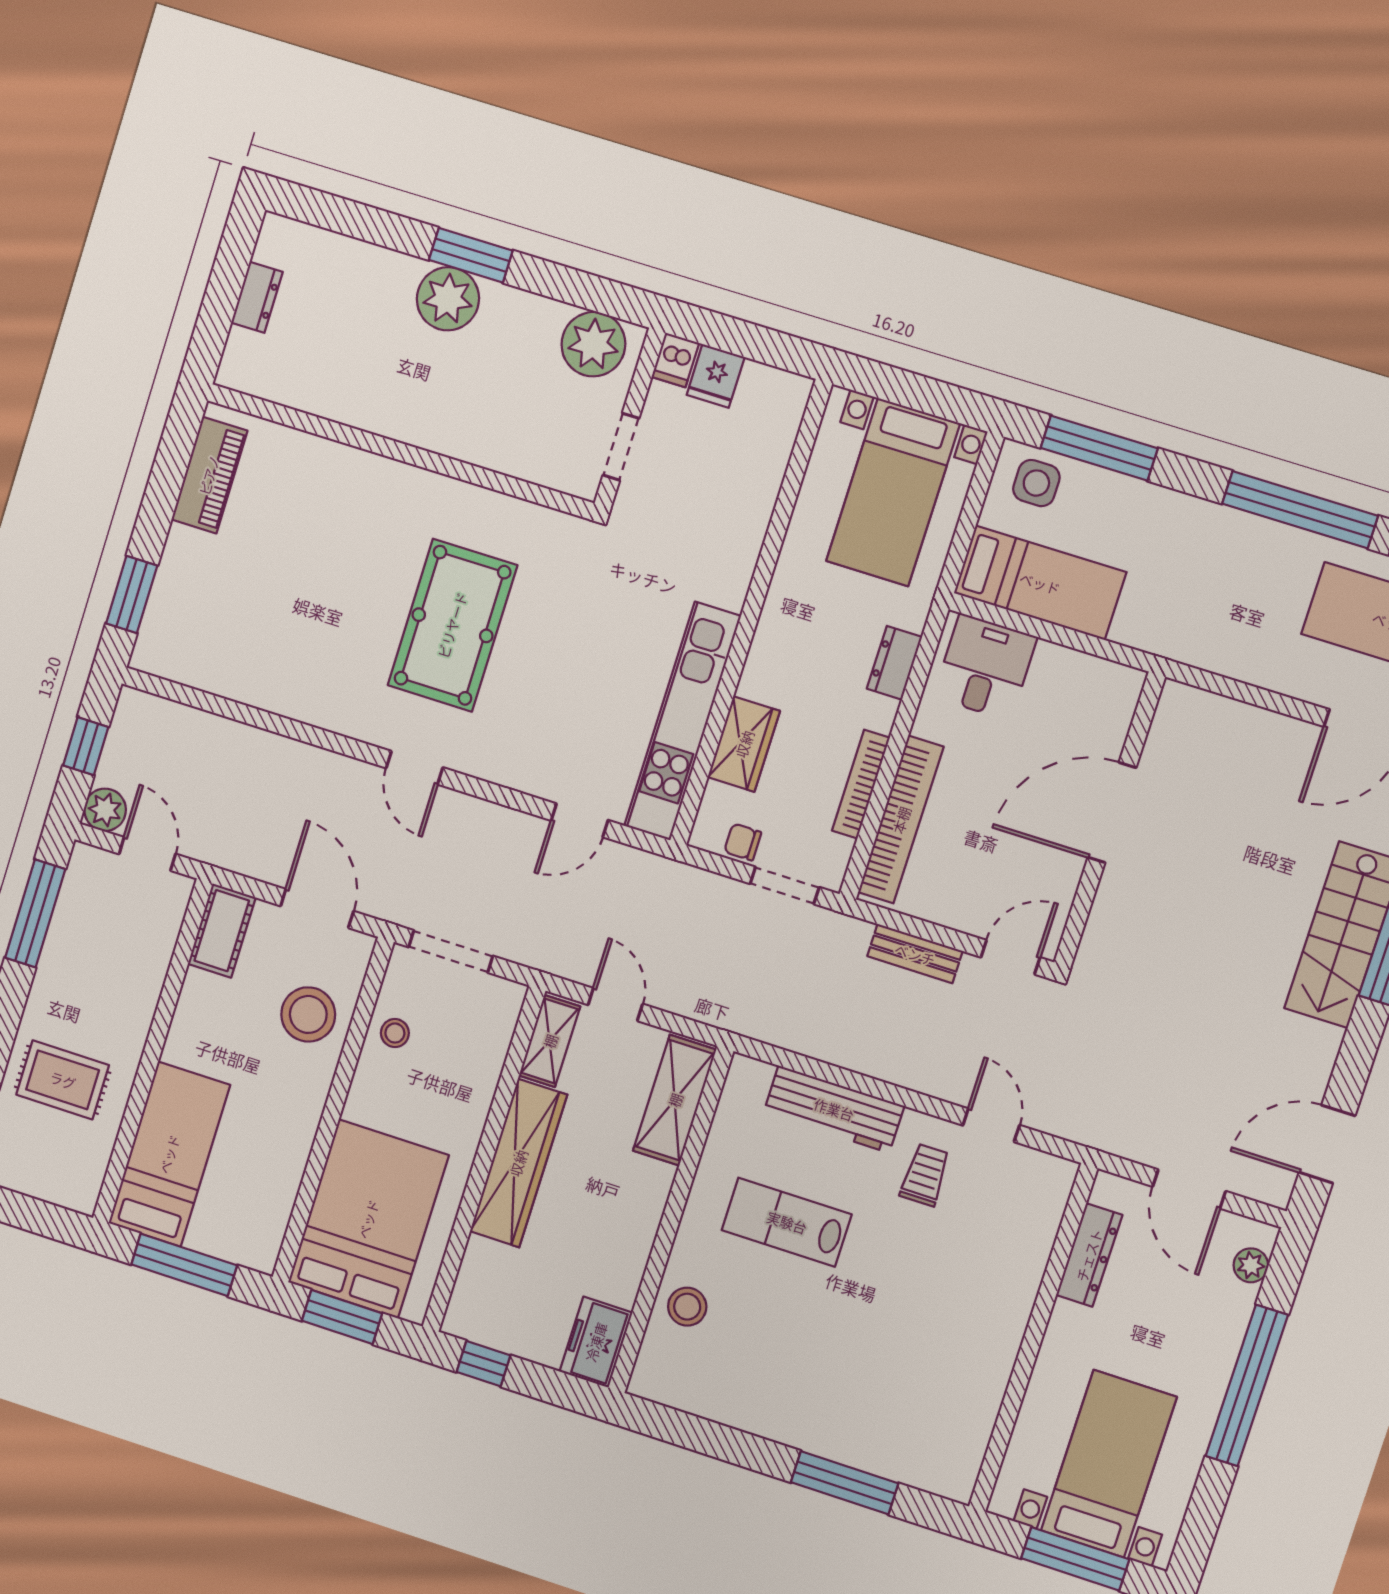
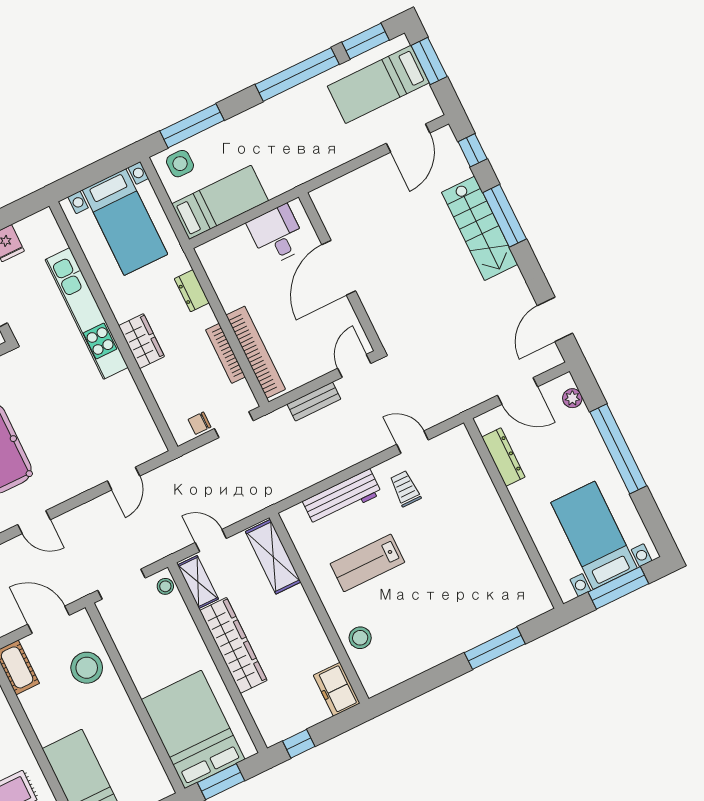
desk: (985, 667) -> (277, 235), moved
kitchen unit: (683, 721) -> (87, 313), moved
wardrobe: (744, 744) -> (141, 341), moved
stool: (395, 1033) -> (165, 586), moved

